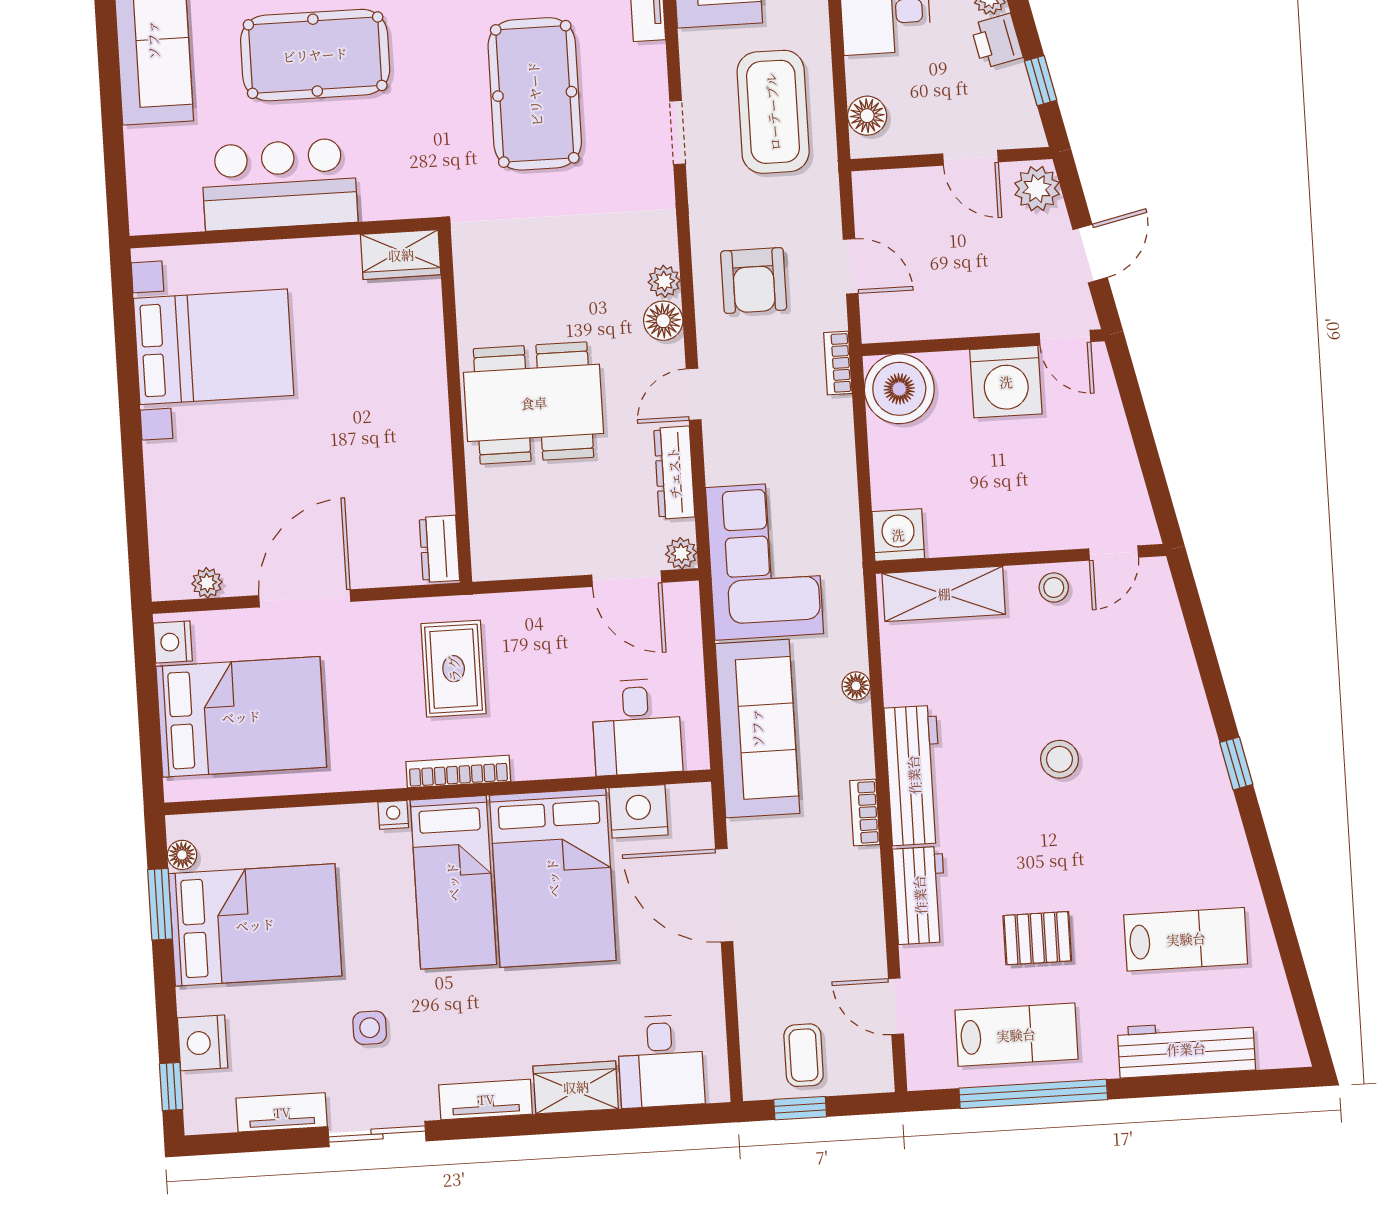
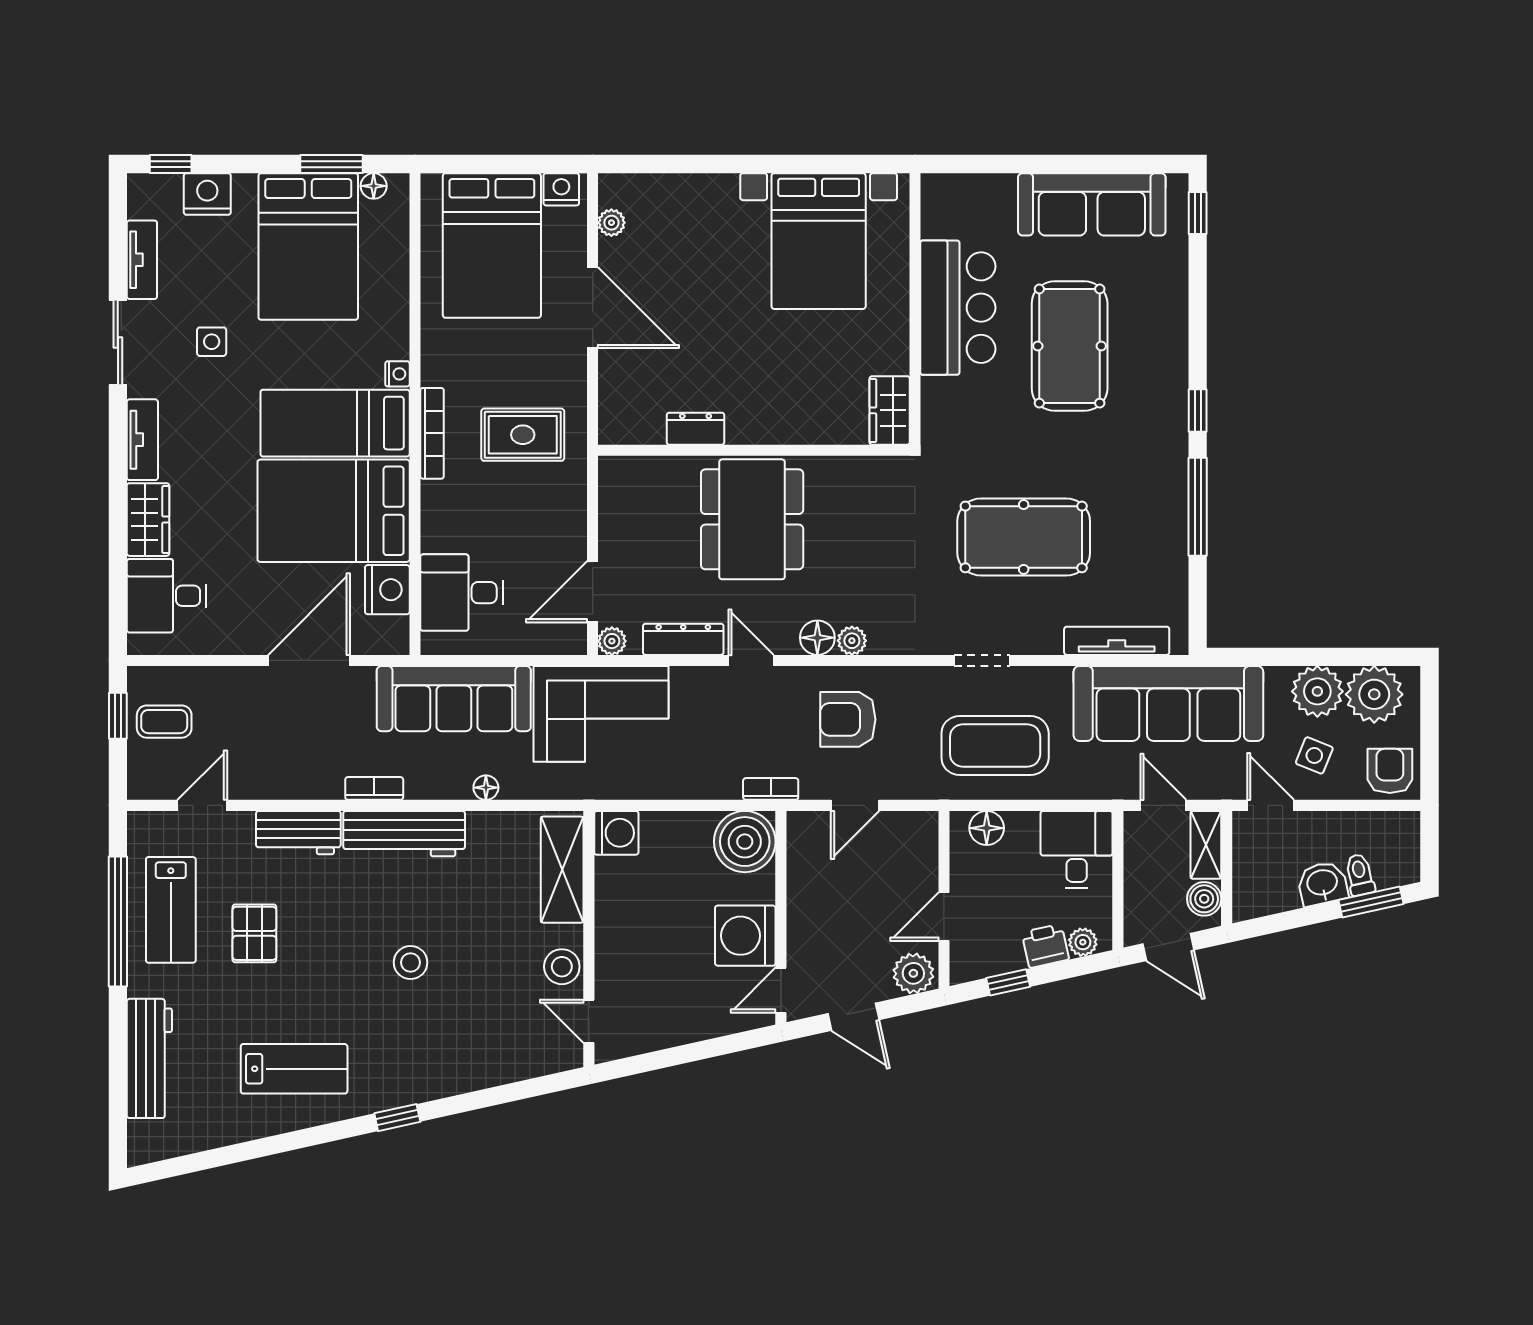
dresser: (439, 549) -> (696, 429), moved
stool: (1054, 588) -> (562, 967), width x1.37, depth x1.37
lab bench: (1186, 939) -> (294, 1069), moved, turned -90

